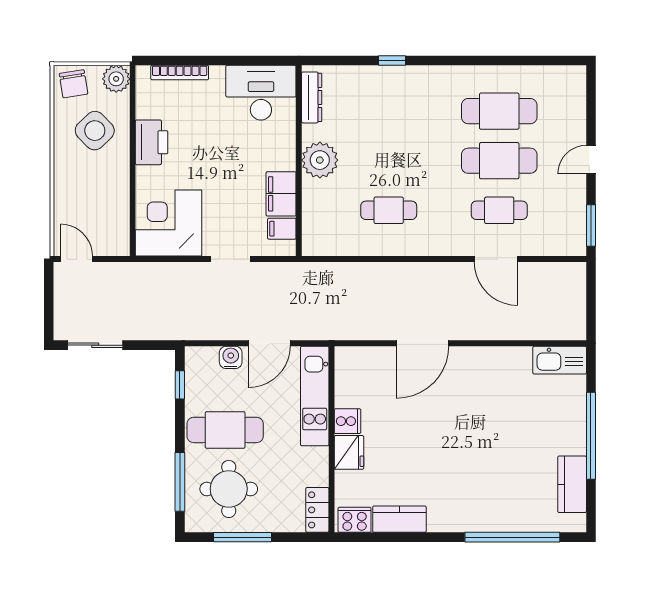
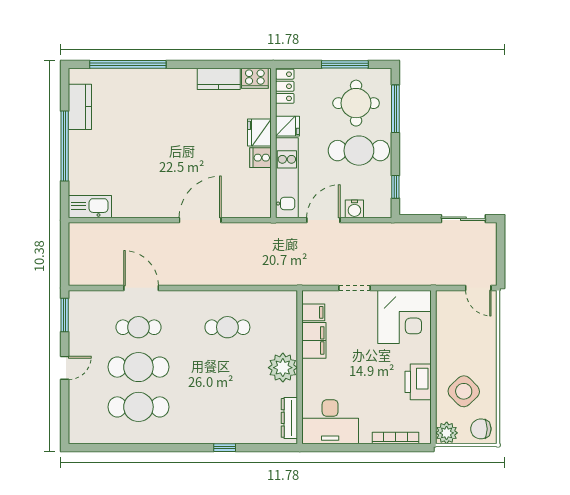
chair: (74, 84) -> (481, 429), turned -81
fridge: (314, 460) -> (287, 126), added

